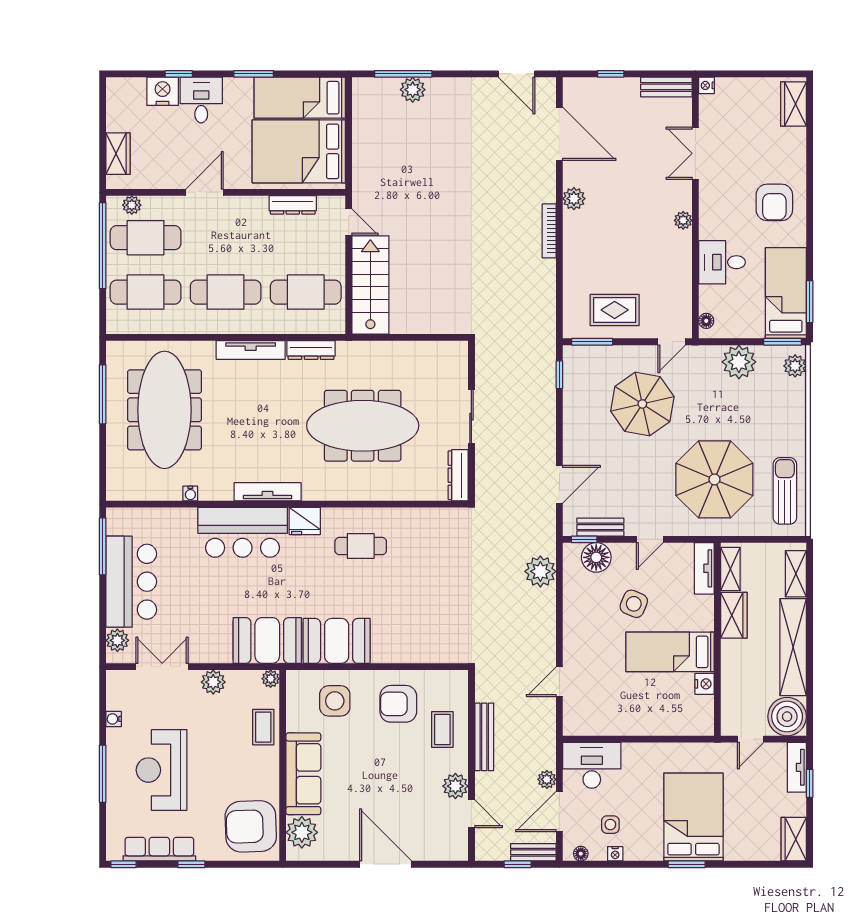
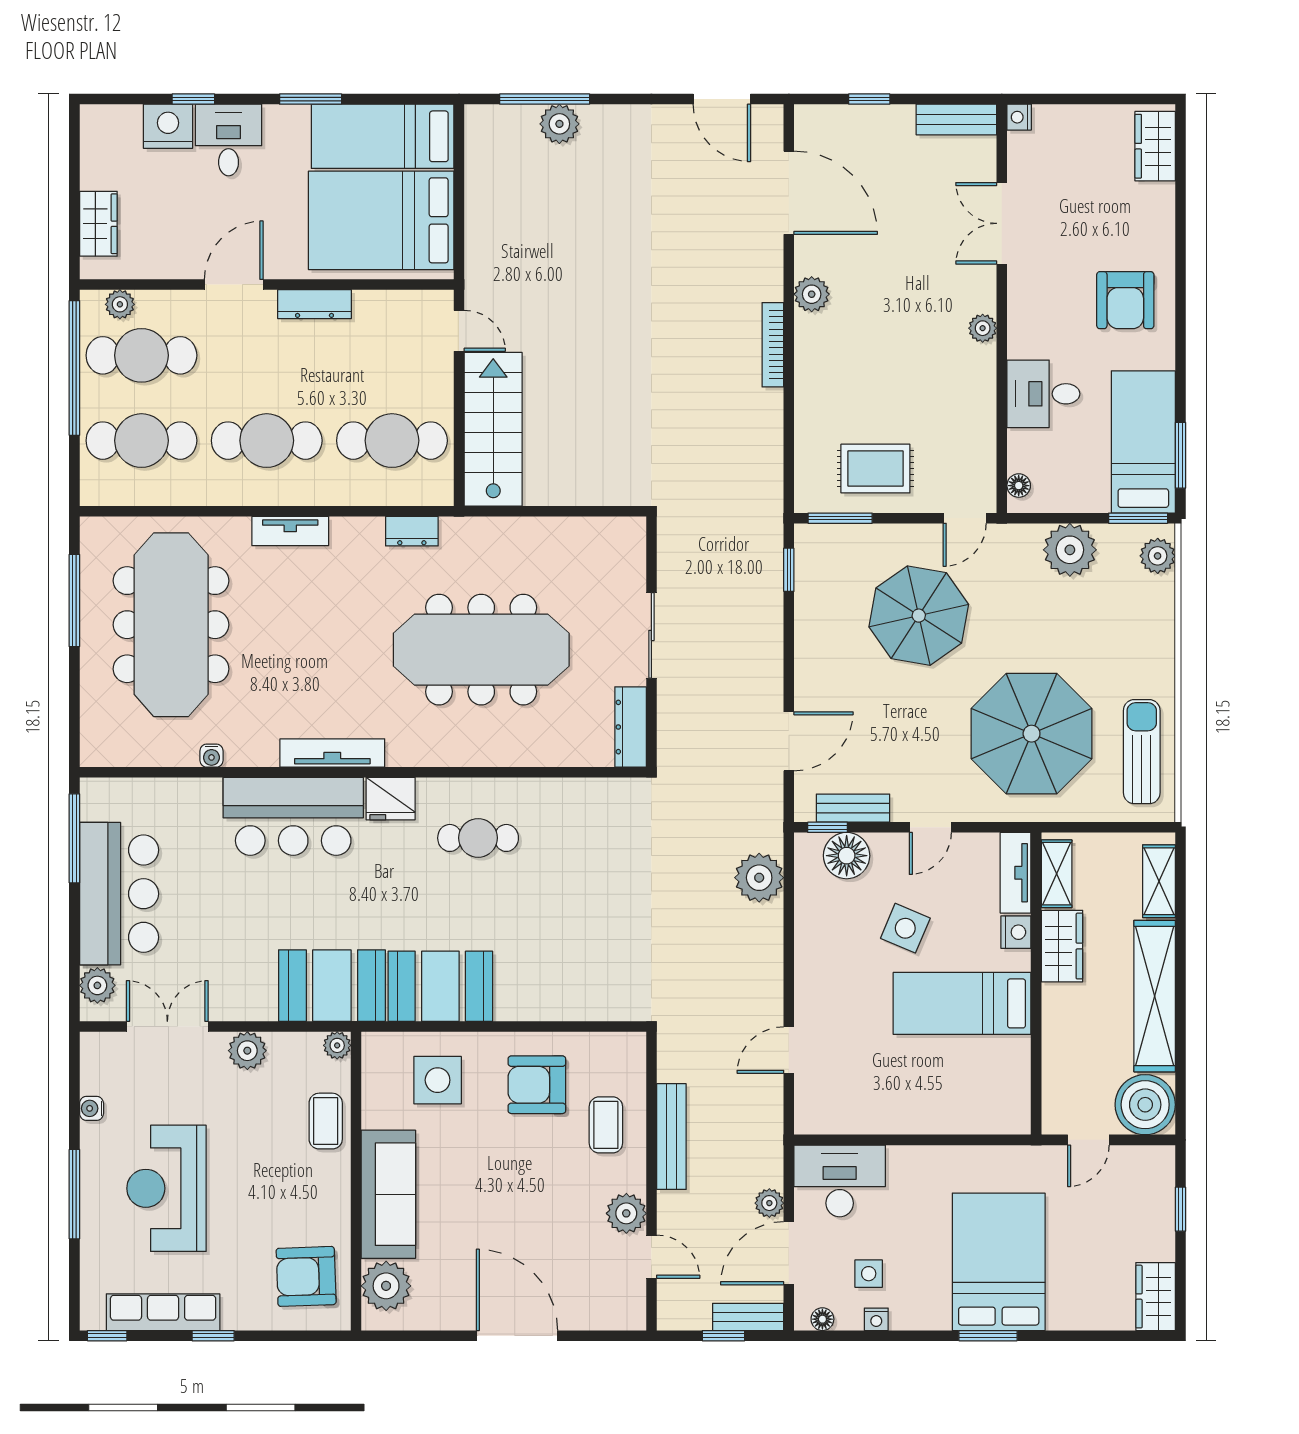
dresser: (293, 205) -> (315, 304), moved
tv unit: (251, 350) -> (290, 531), width x0.71
dresser: (311, 350) -> (412, 531), width x0.70
nightstand: (704, 684) -> (1016, 932), moved
tv unit: (797, 767) -> (1160, 1184), removed
armchair: (251, 826) -> (306, 1276), width x0.73, depth x0.73

